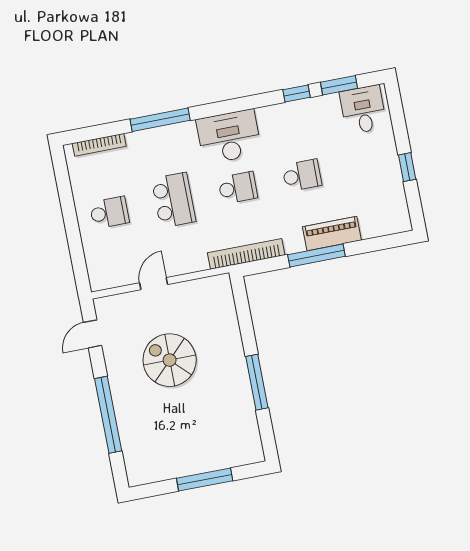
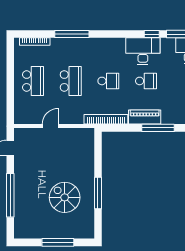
desk: (229, 137) -> (143, 51), moved
school desk: (109, 212) -> (33, 81), width x1.85
piano: (332, 233) -> (145, 117), moved
window: (316, 256) -> (158, 128), moved
spiral stairs: (170, 360) -> (65, 197), moved

